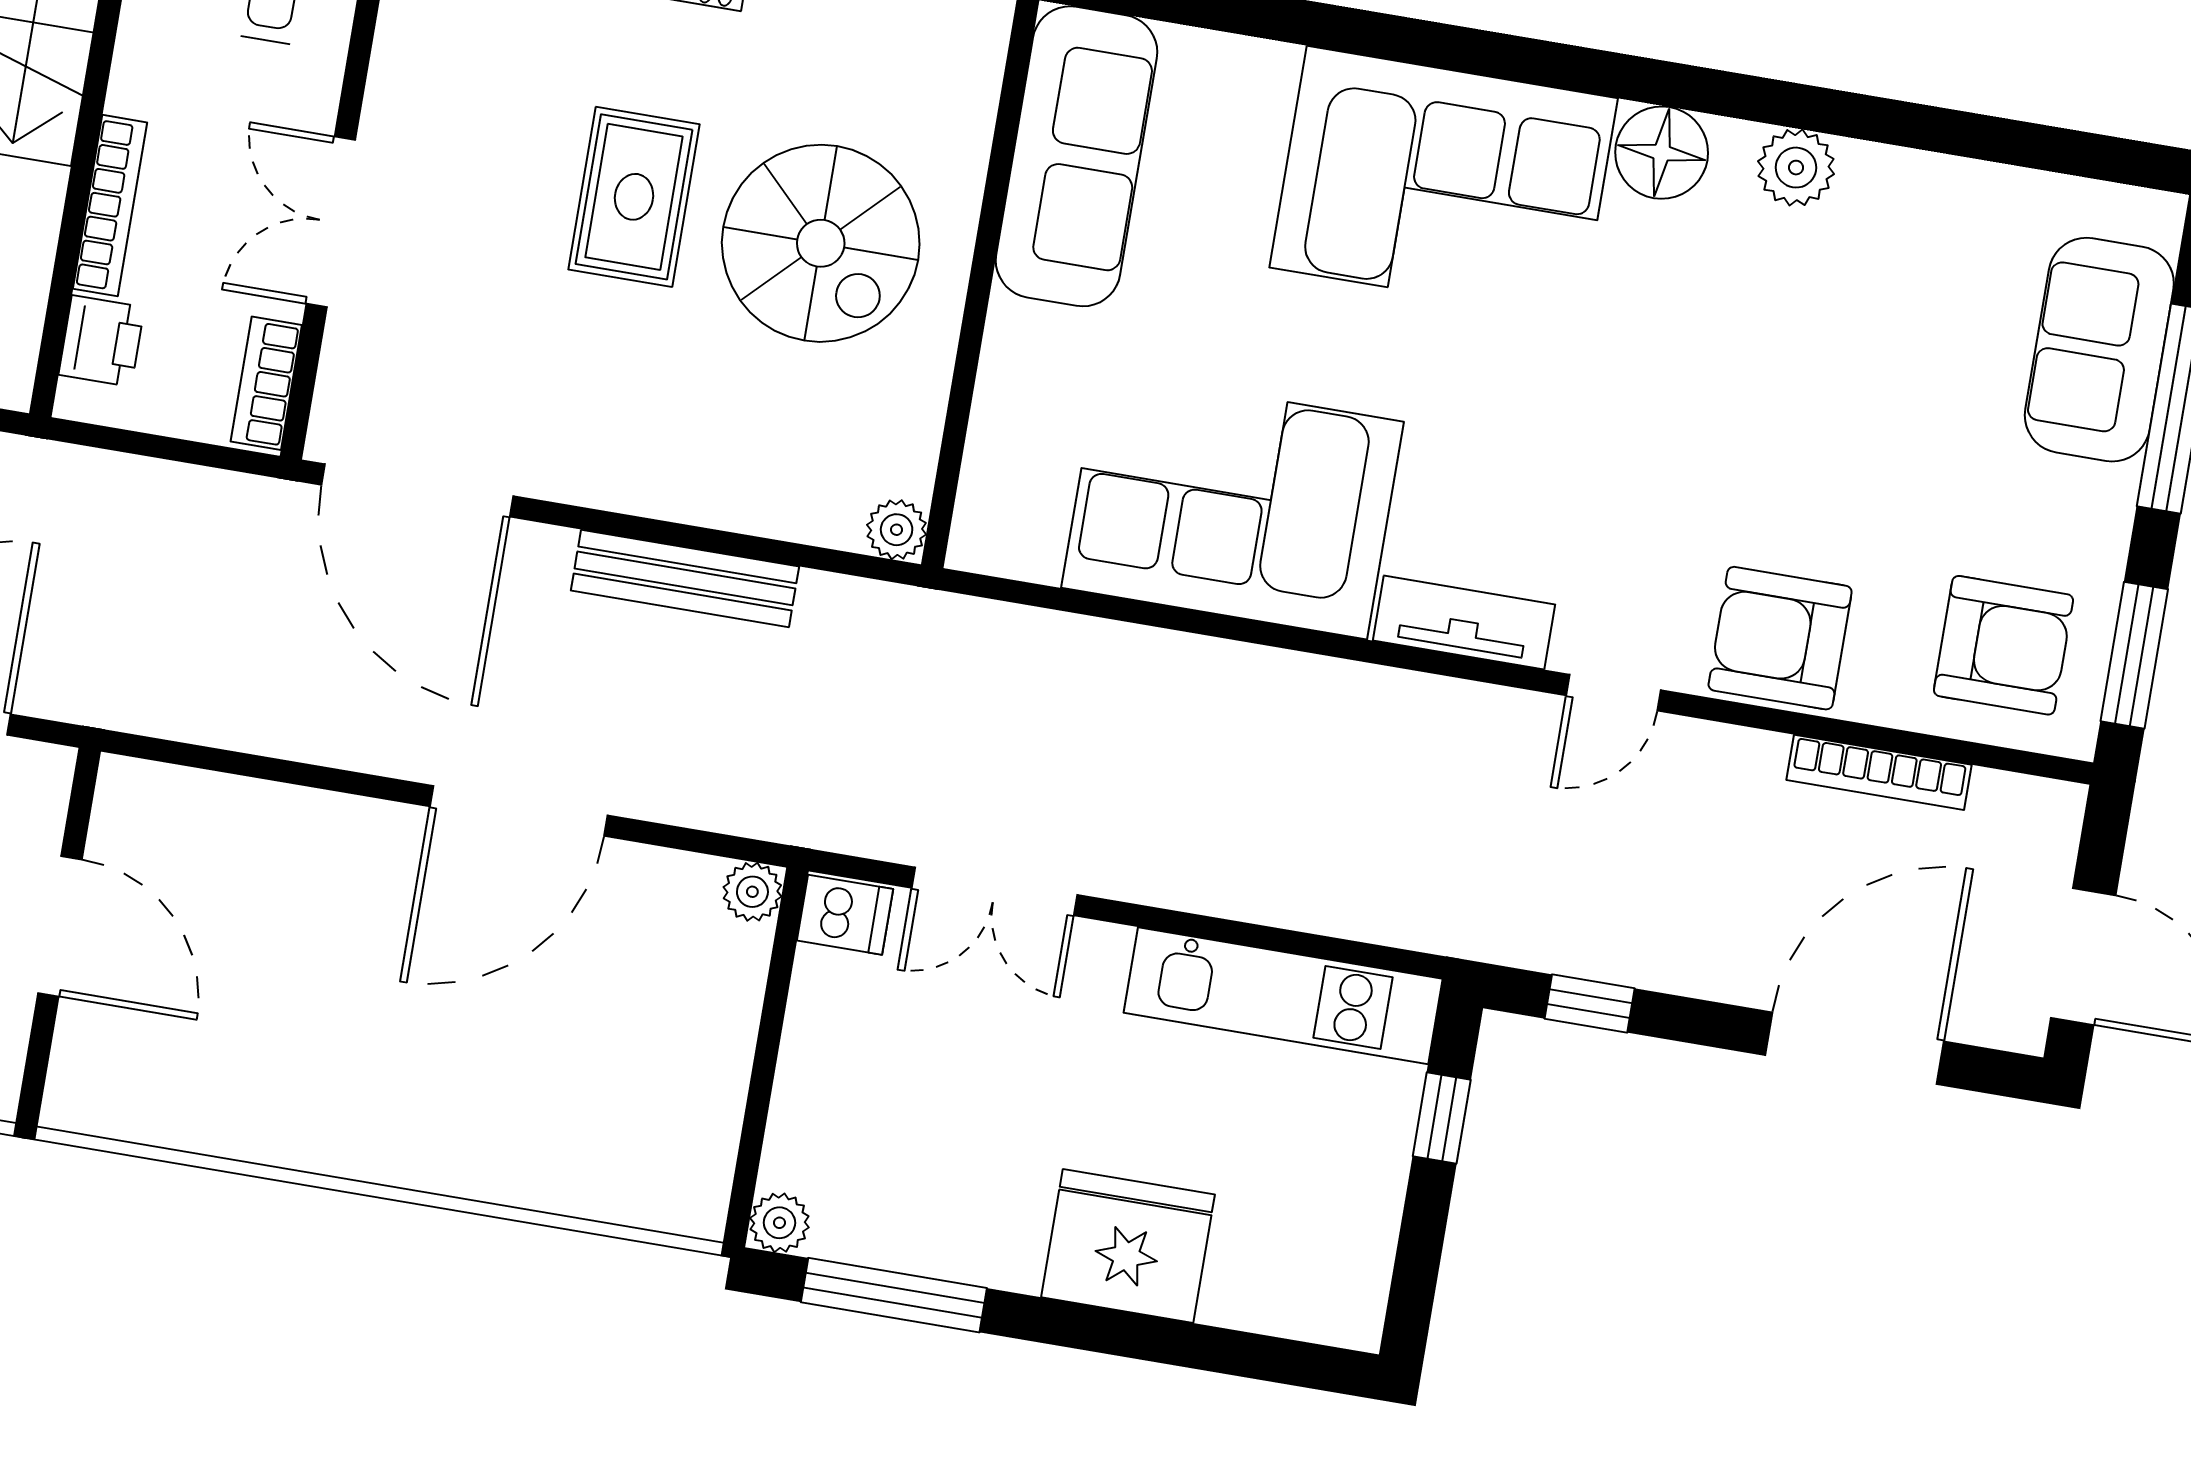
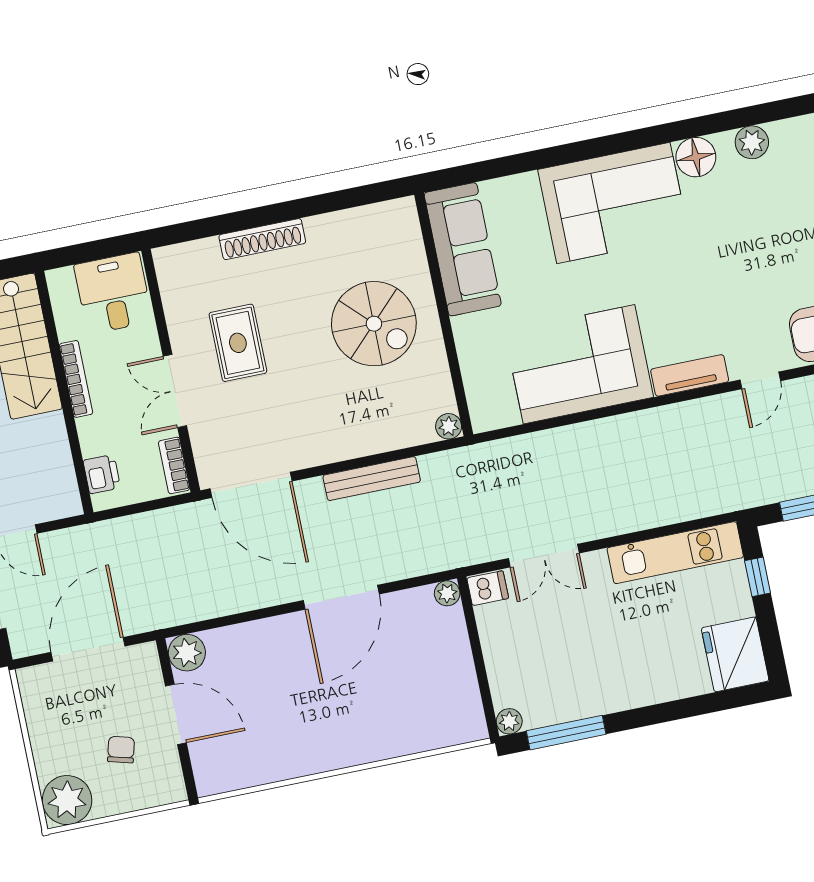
rug: (634, 197) -> (238, 343), moved
bookcase: (110, 206) -> (76, 379), moved
plant: (136, 801) -> (187, 653), added
fridge: (1128, 1246) -> (735, 654), moved, turned -90

